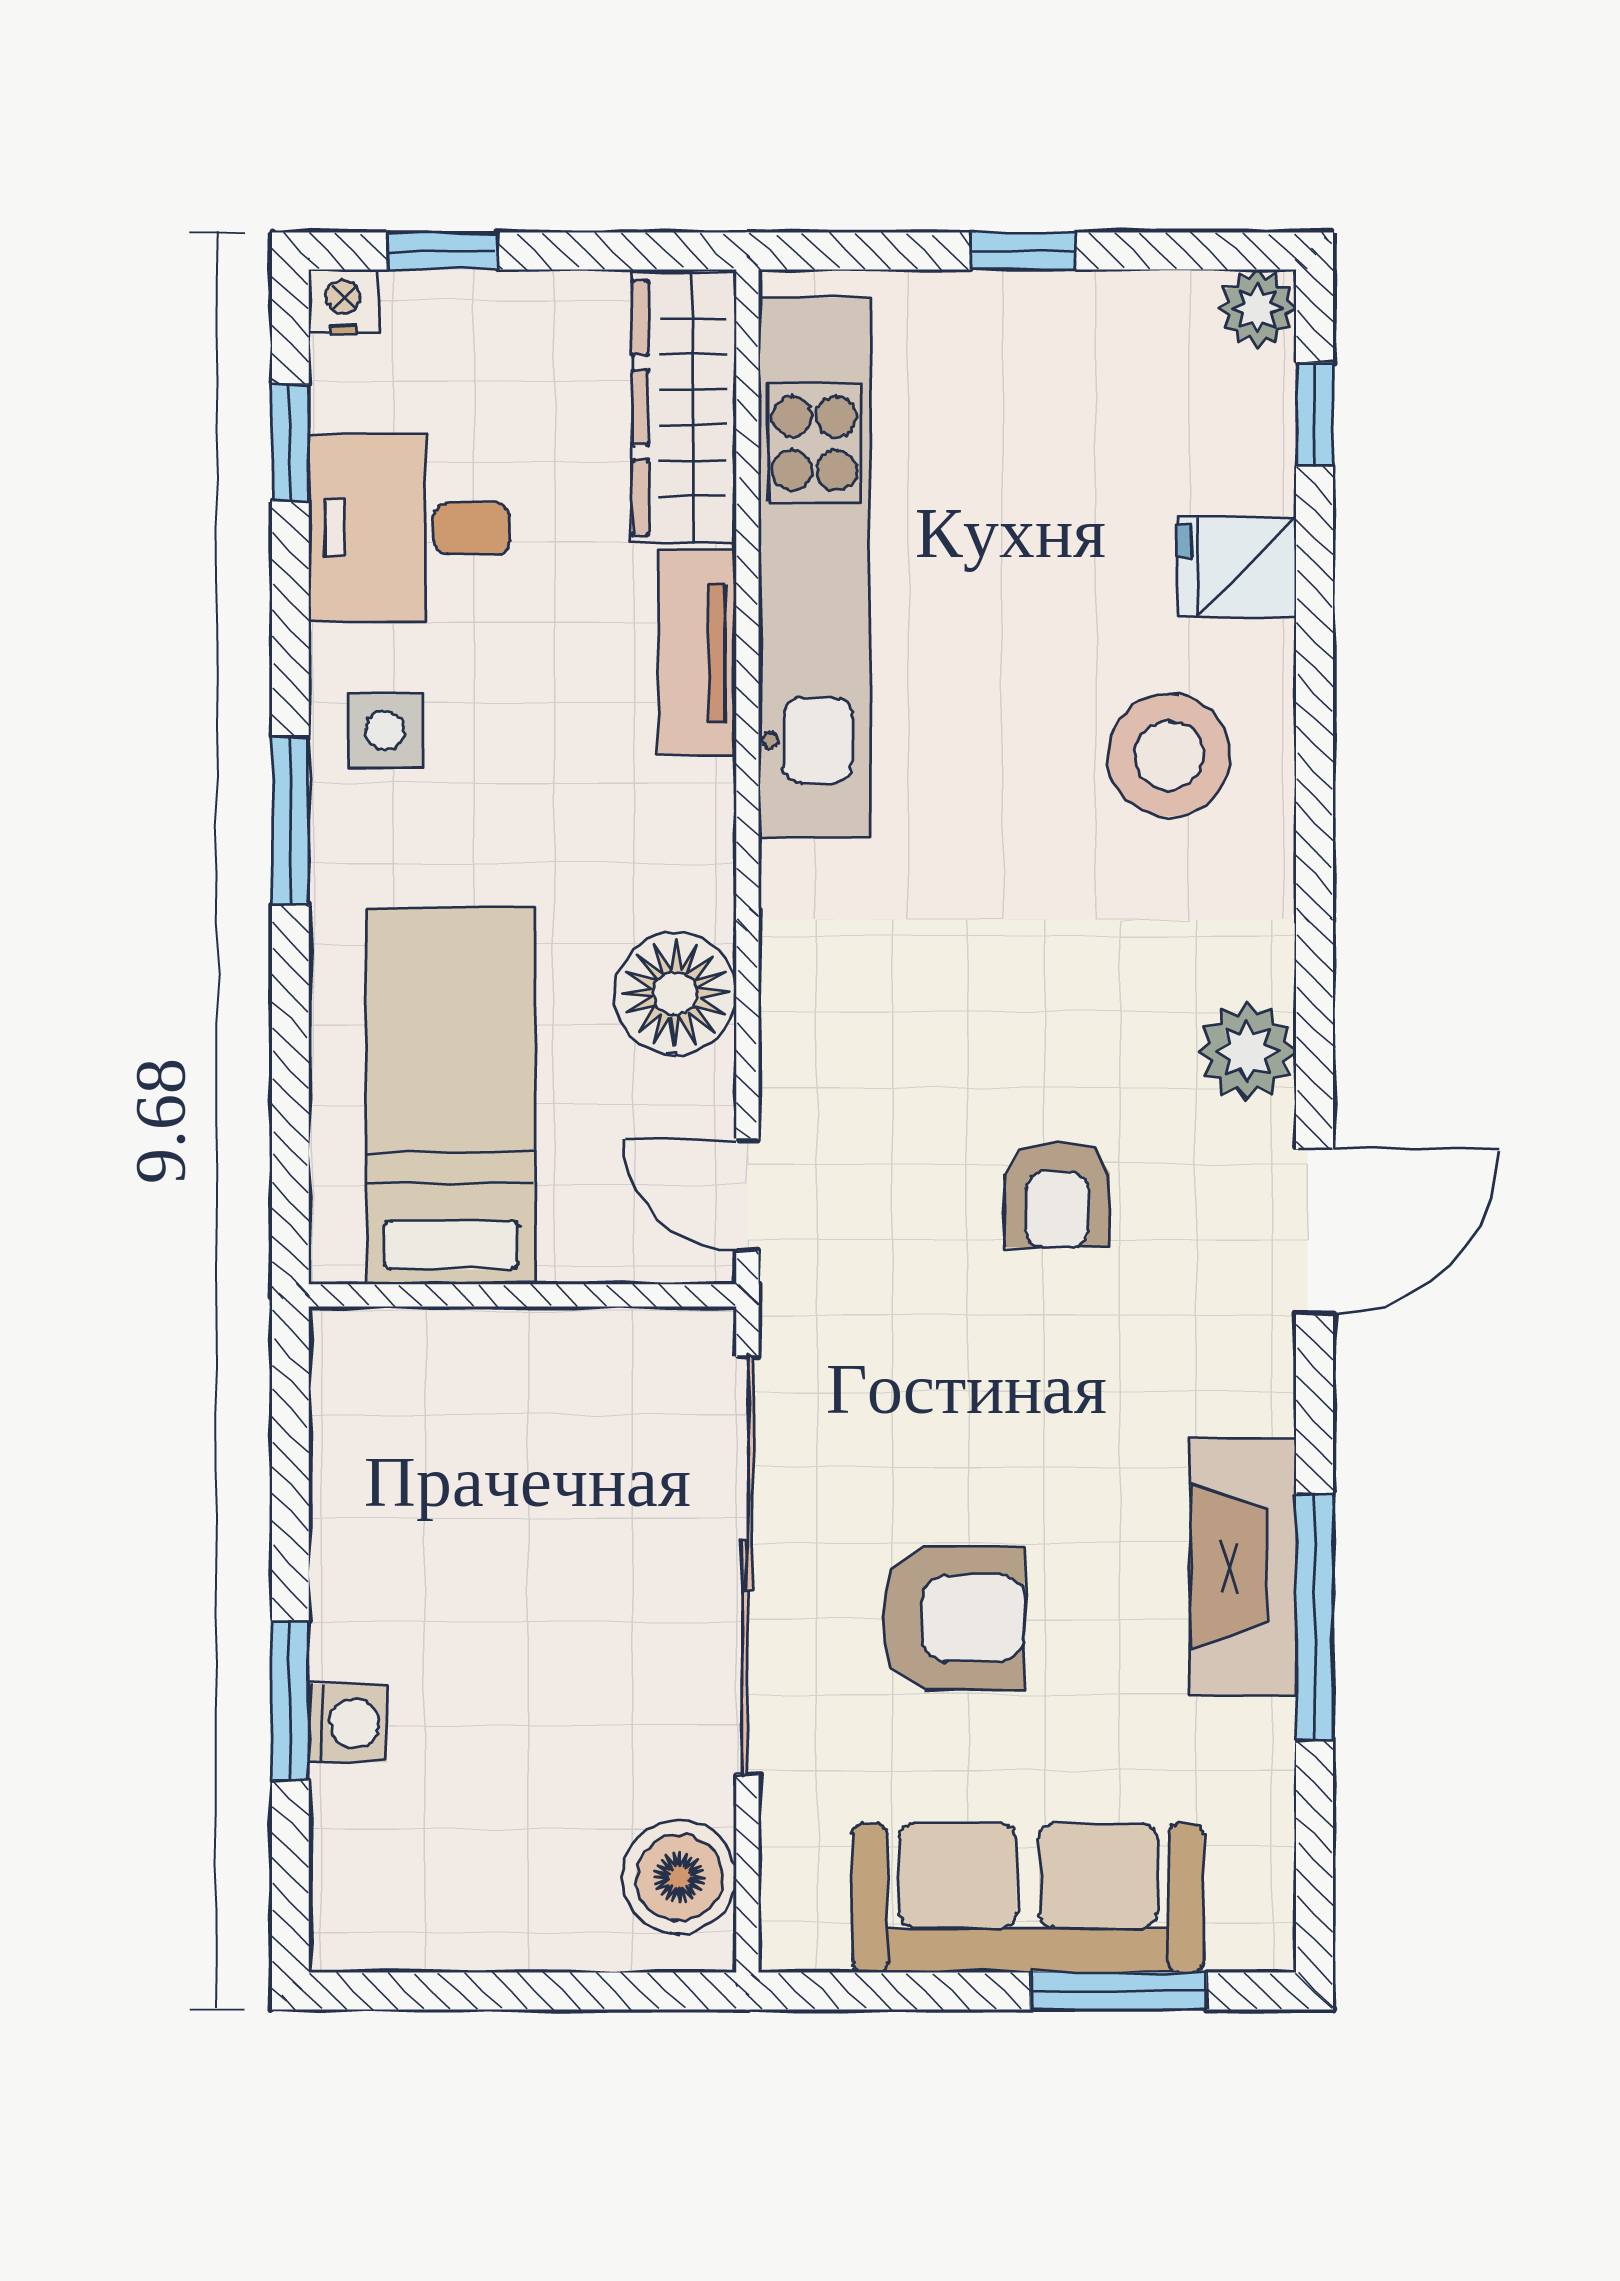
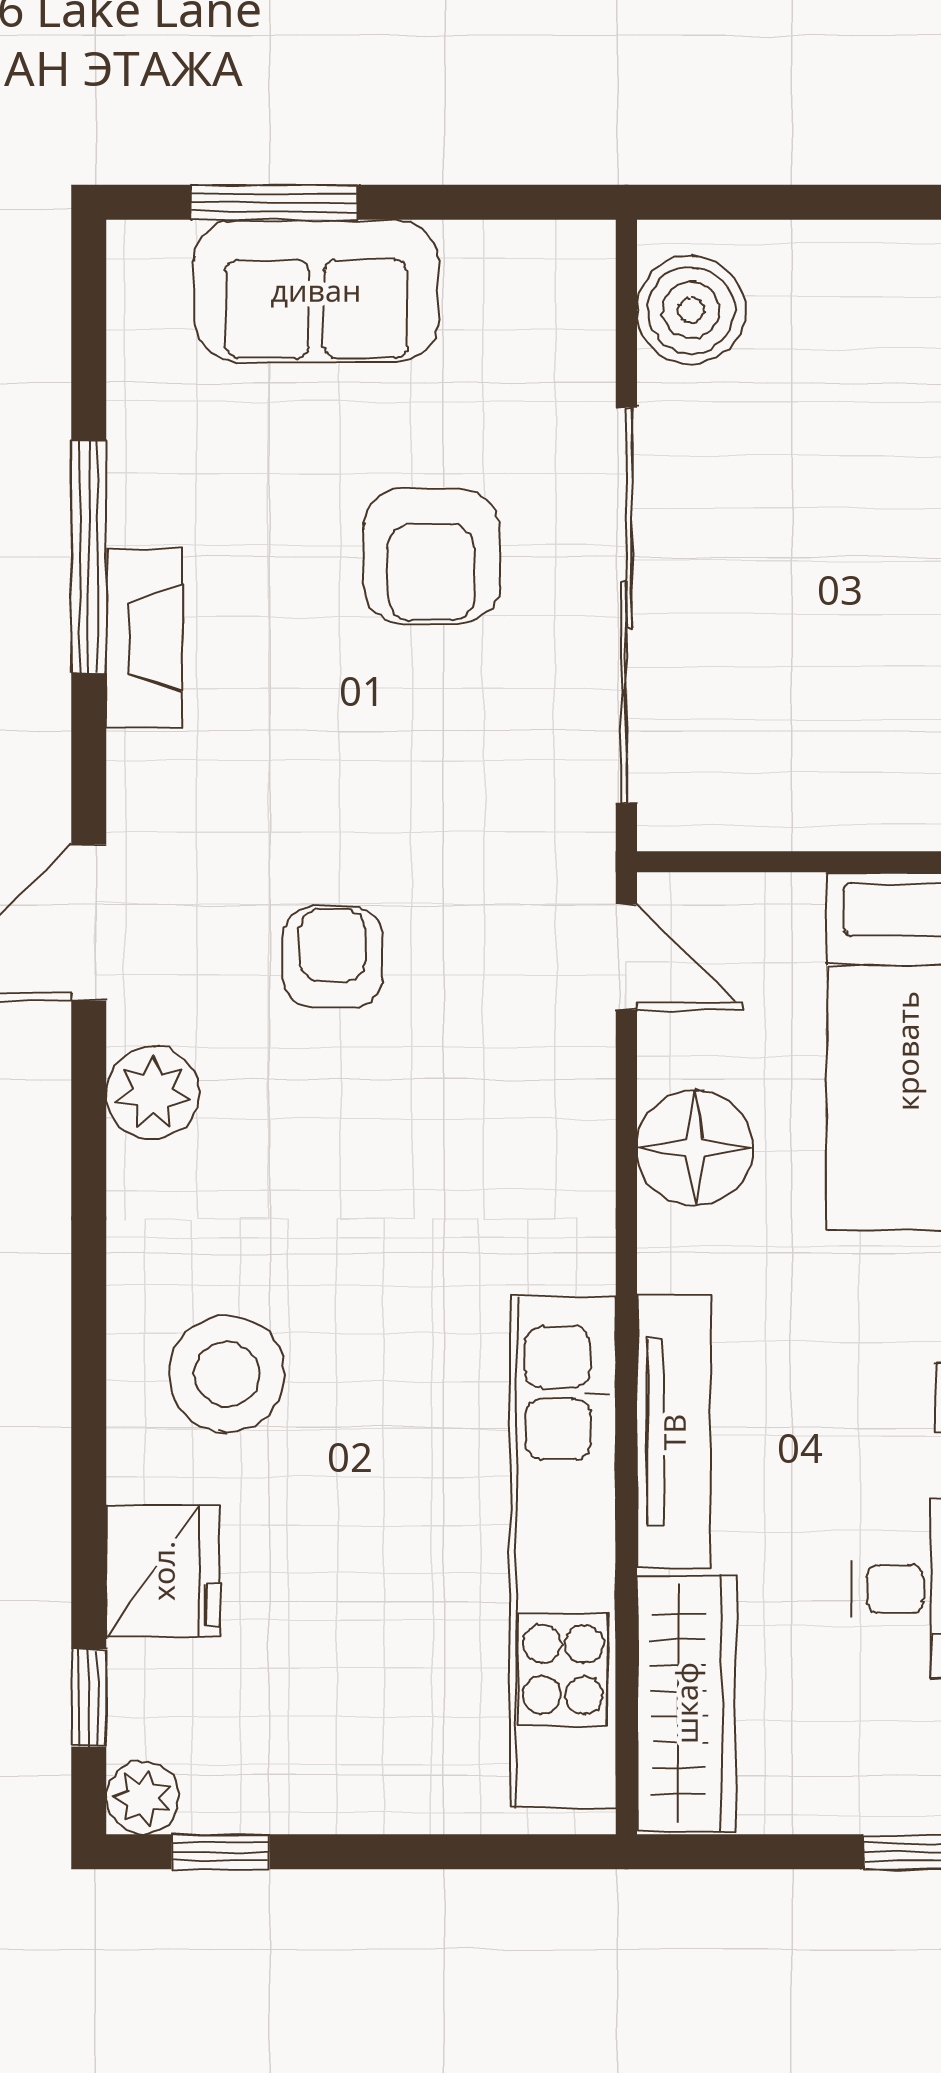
window: (1024, 251) -> (221, 1852), moved
fridge: (1236, 567) -> (163, 1571), width x1.38
tv unit: (697, 652) -> (674, 1432), width x1.41
fireplace: (1243, 1566) -> (144, 638), width x0.73, depth x0.76
armchair: (953, 1618) -> (431, 556), turned -90
sofa: (1028, 1898) -> (316, 290), width x0.73

